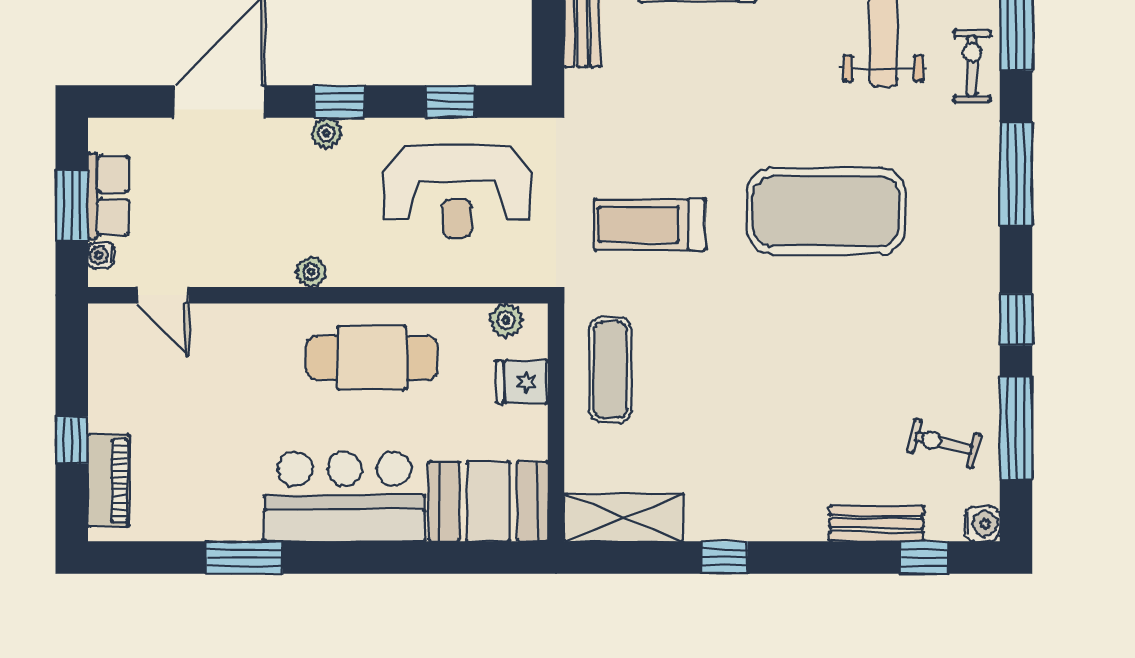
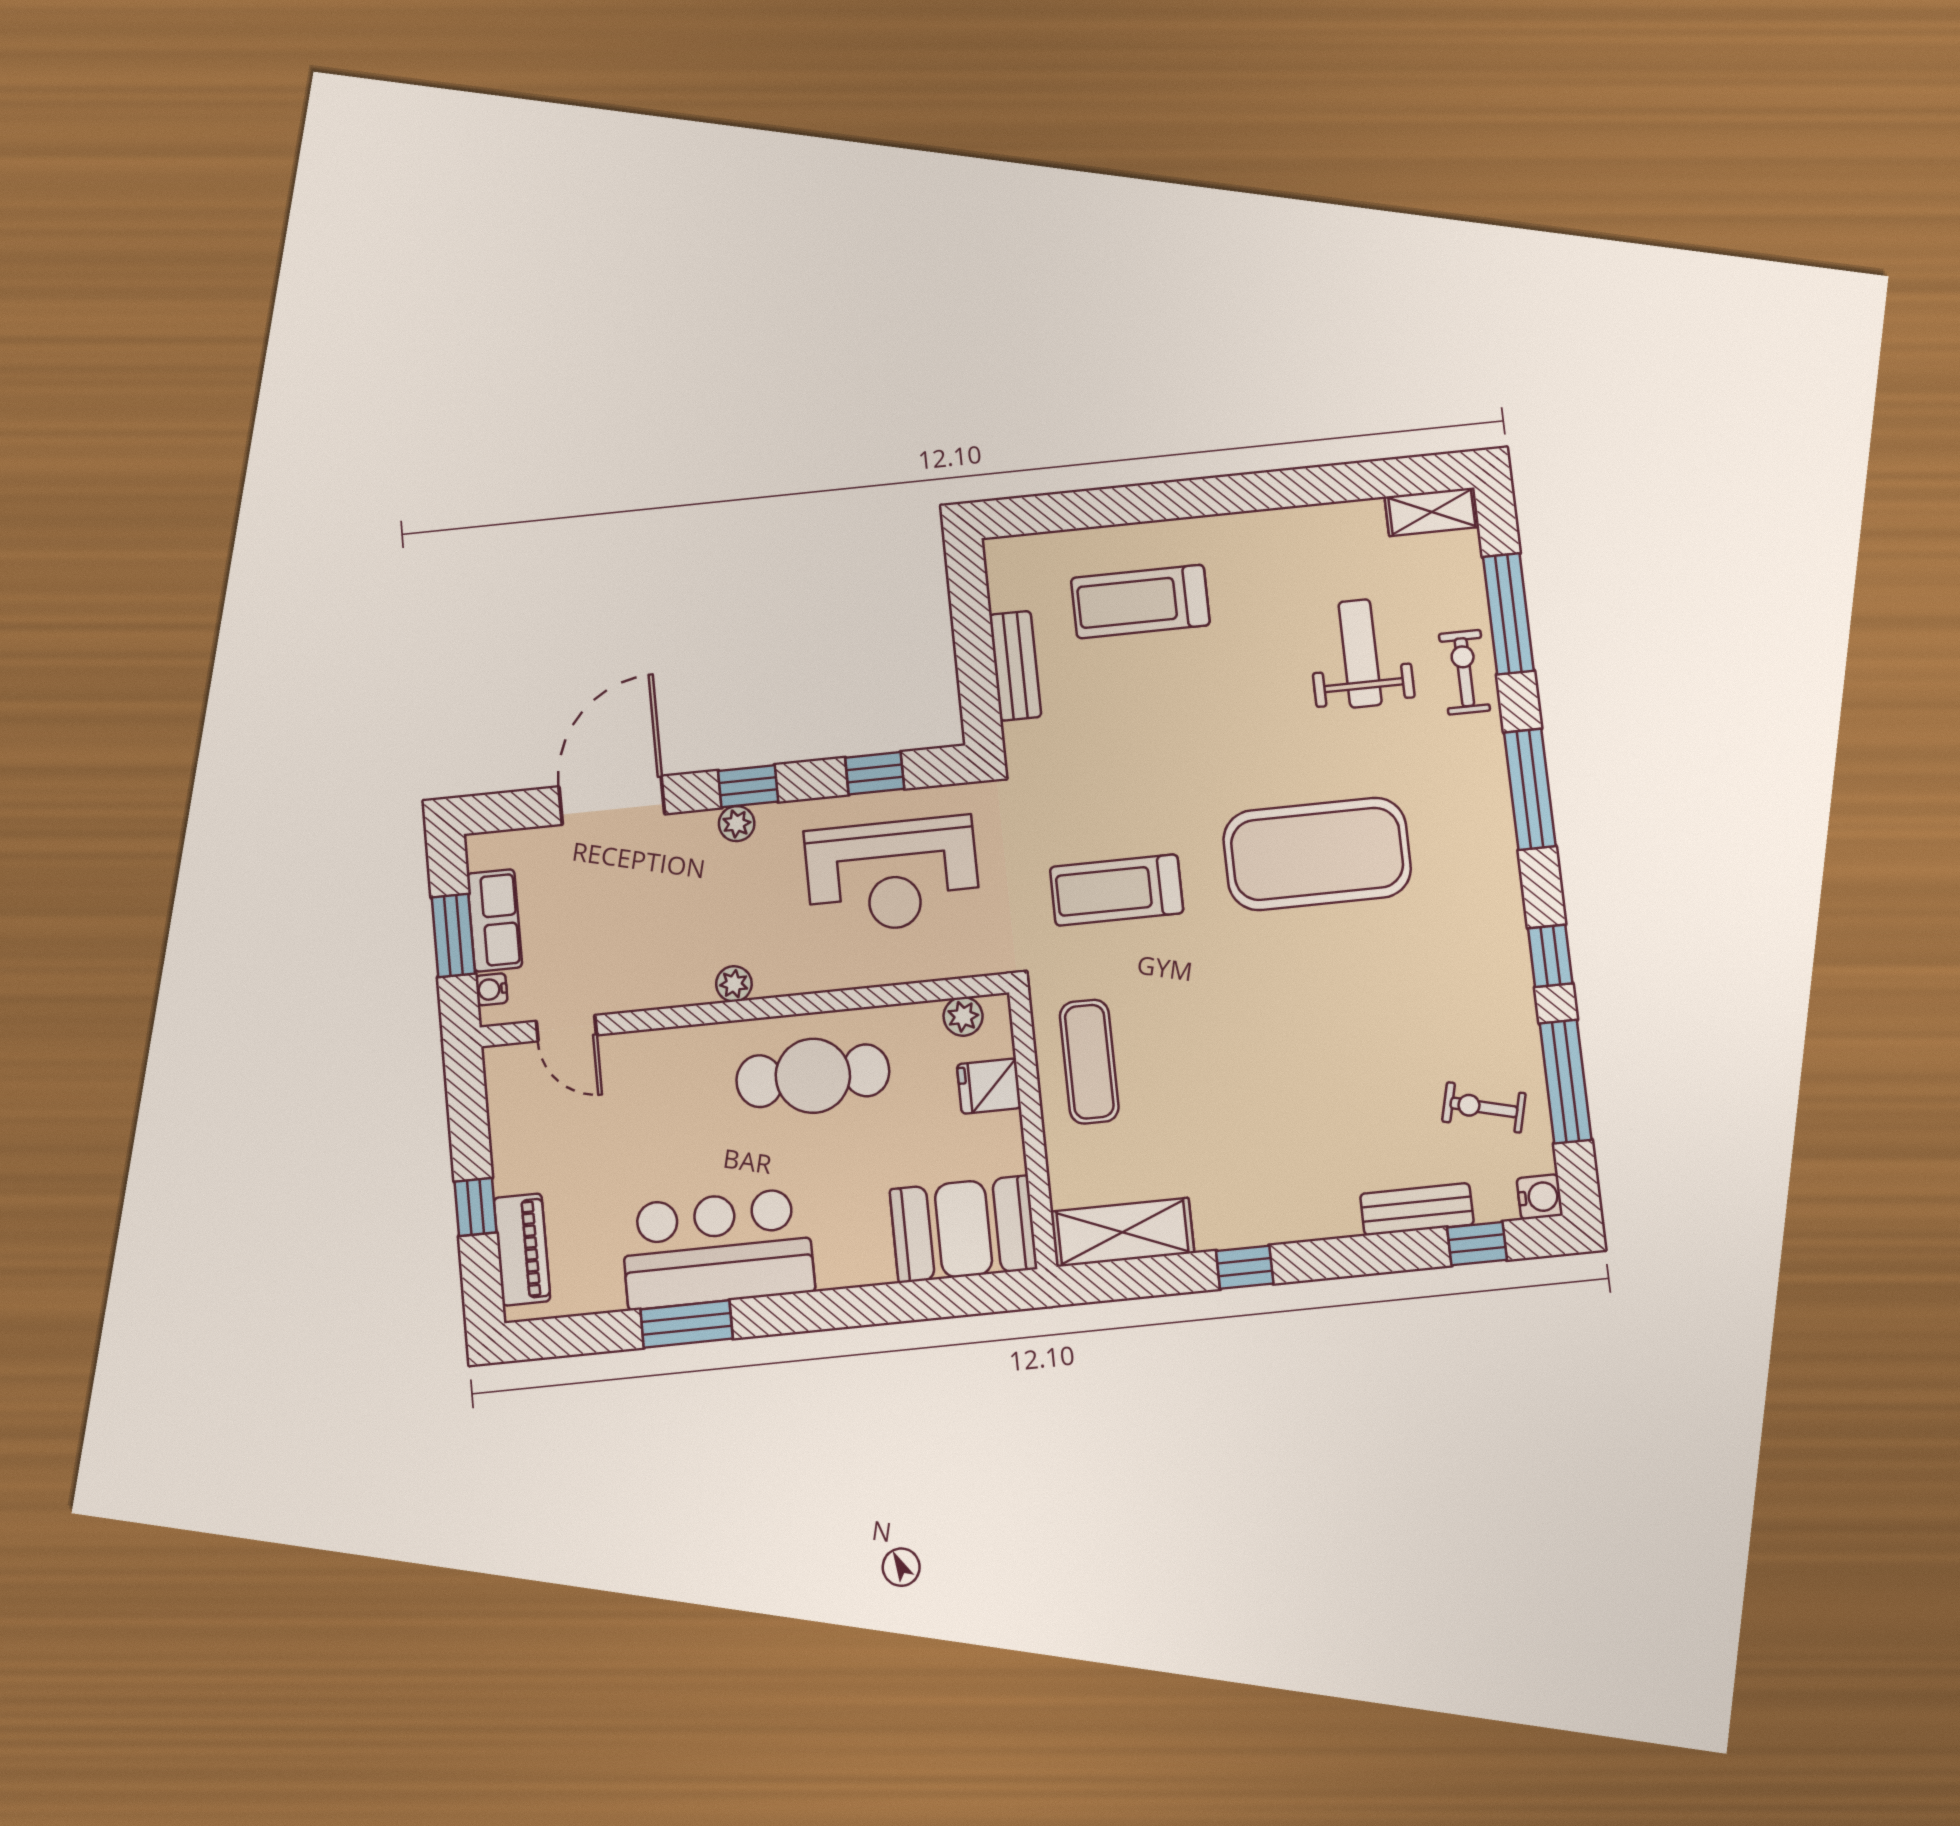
bar counter: (344, 497) -> (717, 1249), moved

